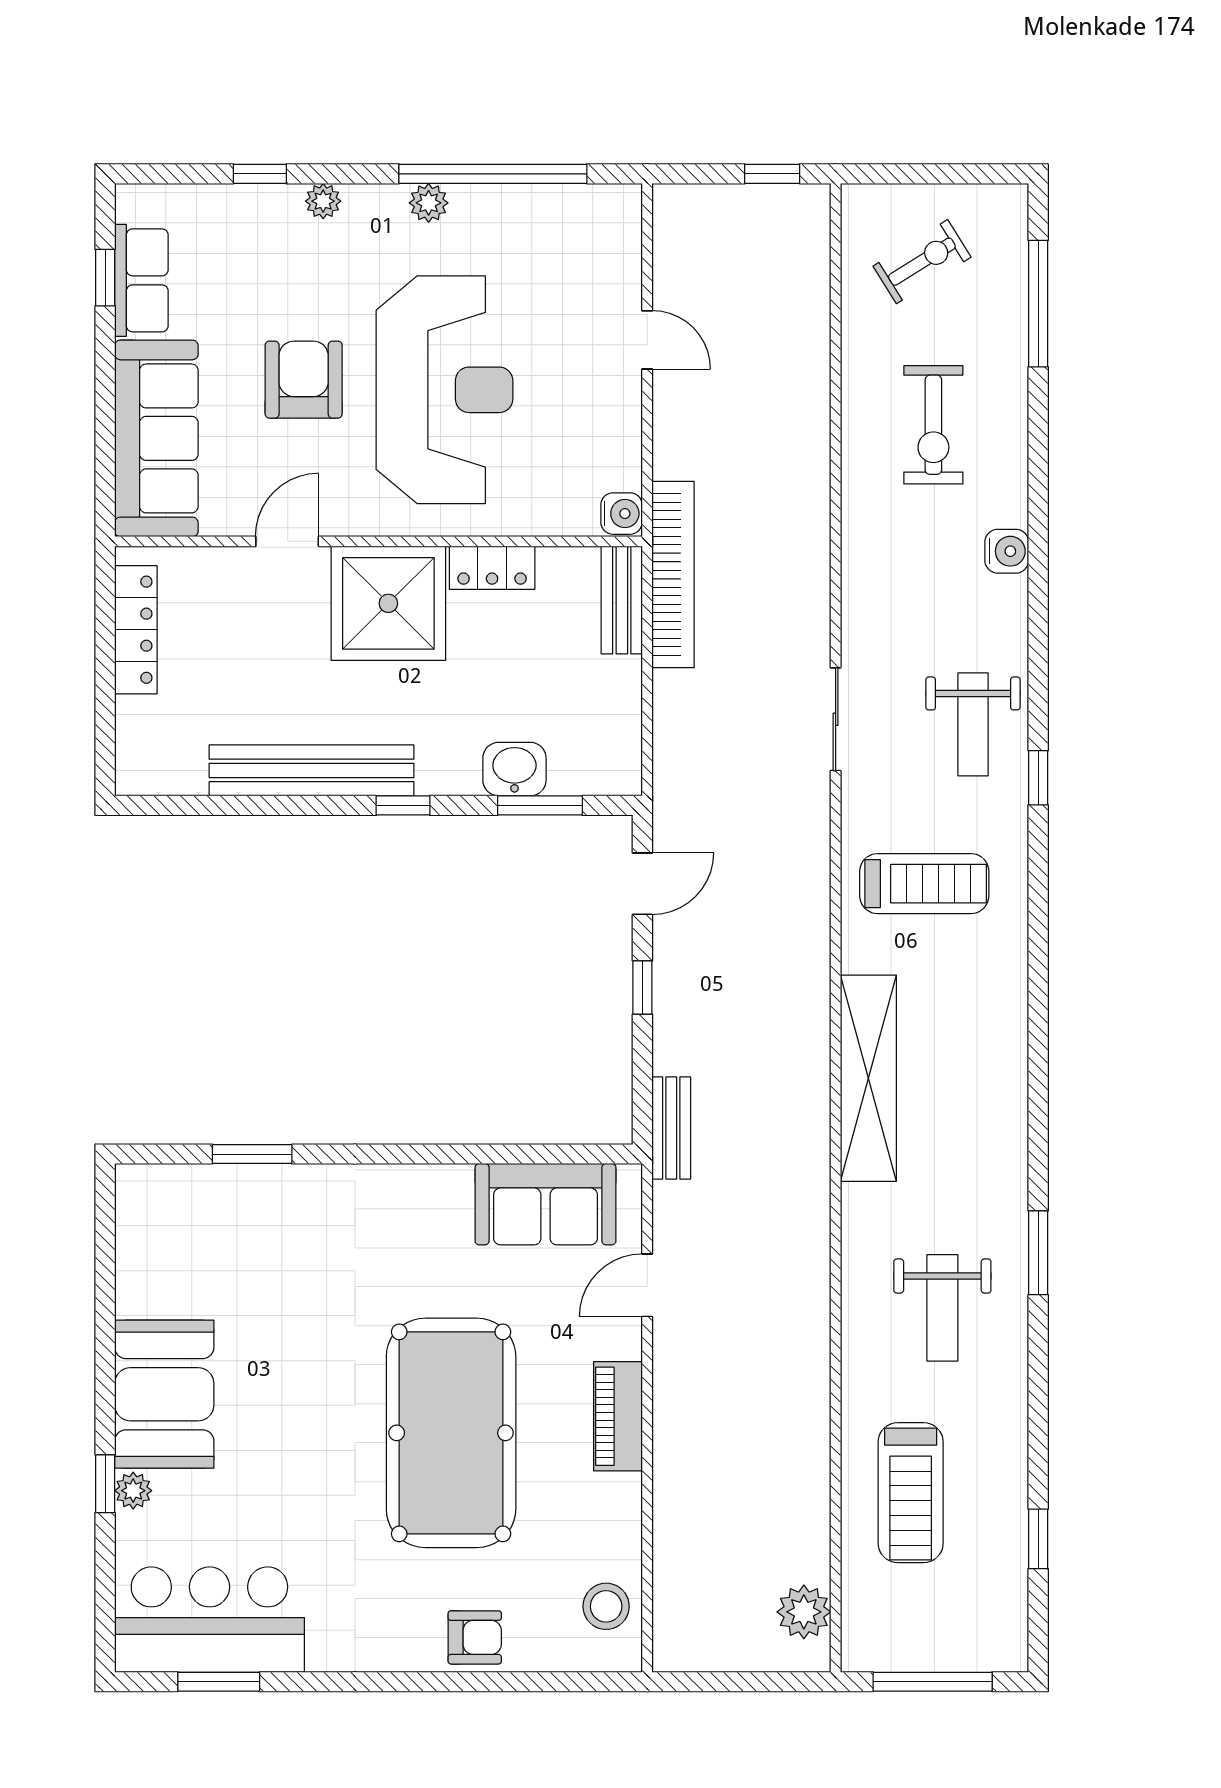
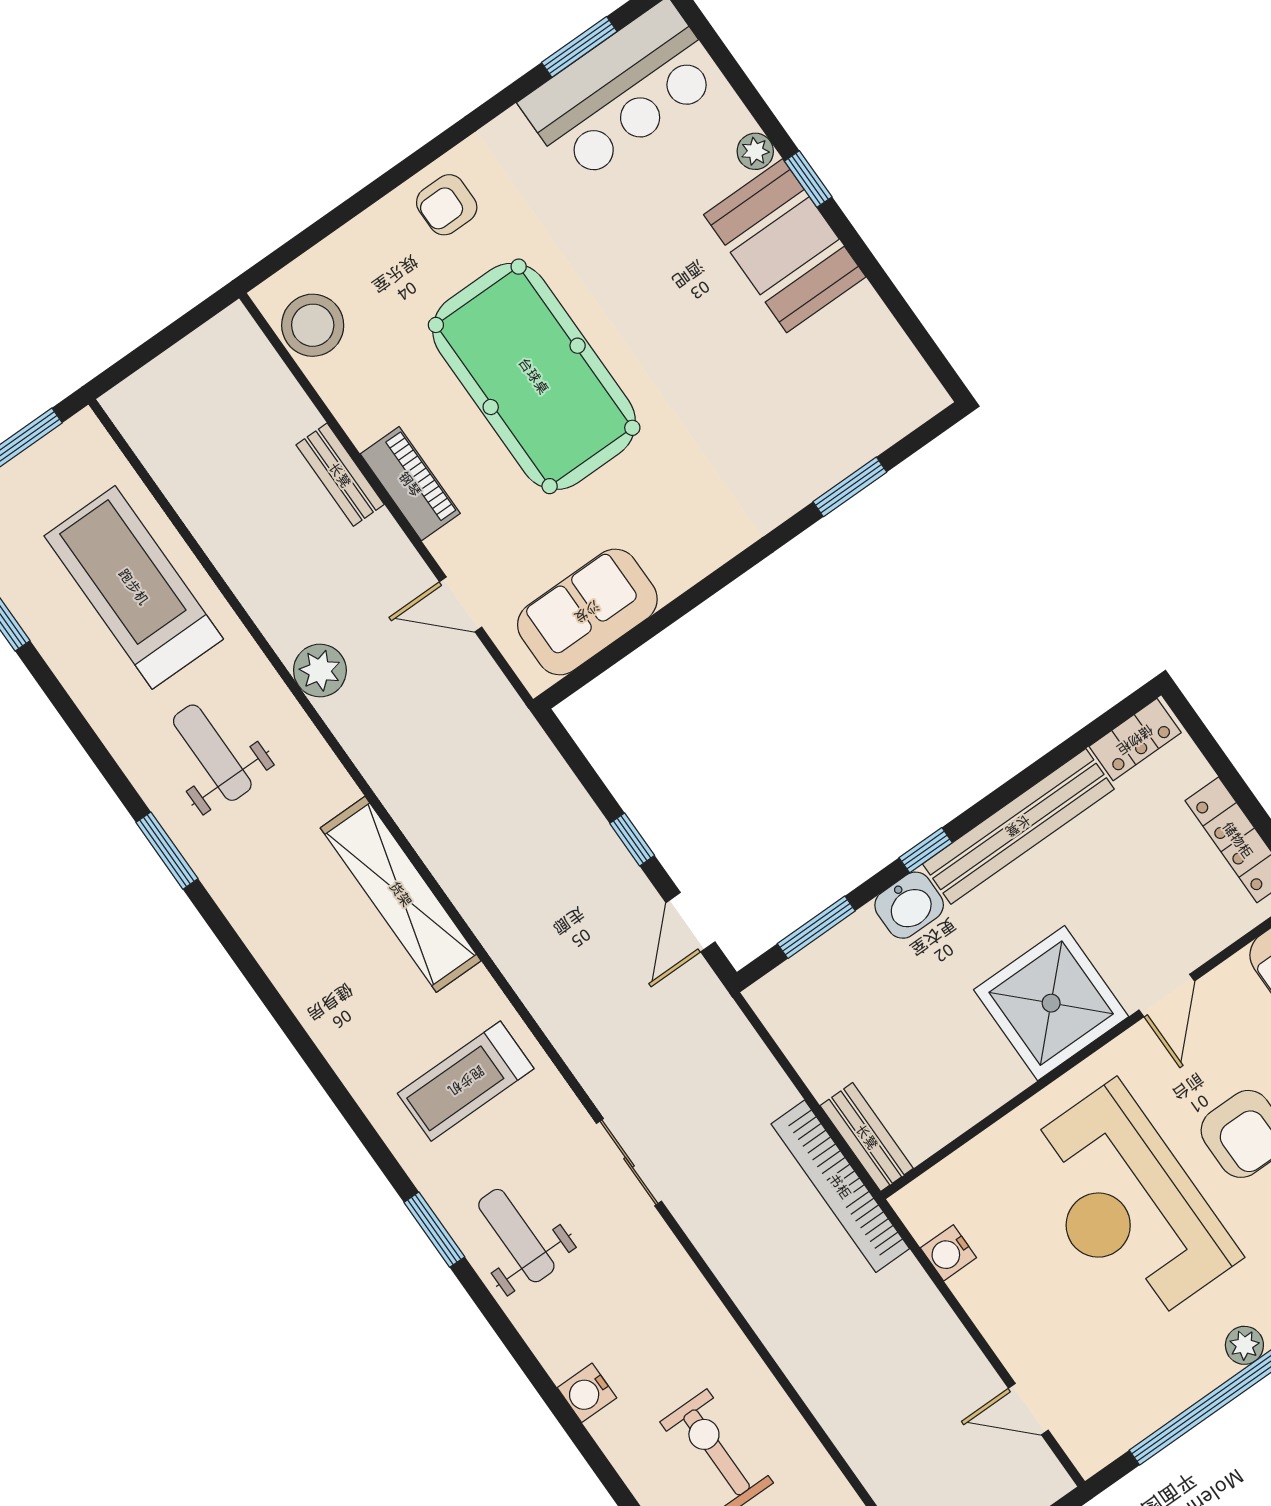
door: (647, 340) -> (1028, 1409), moved
water cooler: (622, 514) -> (948, 1253), moved
locker: (492, 568) -> (1135, 740), moved, turned 180
washbasin: (514, 769) -> (909, 905), moved
window: (1038, 778) -> (434, 1230), width x1.50
bench: (671, 1128) -> (340, 475), moved
door: (647, 1285) -> (461, 604), swing flipped
window: (105, 1484) -> (808, 179), moved
treadmill: (911, 1493) -> (134, 587), width x1.37, depth x1.37
stool: (606, 1606) -> (313, 325), width x1.38, depth x1.38
plant: (804, 1612) -> (320, 670), moved
armchair: (475, 1637) -> (447, 205), moved

